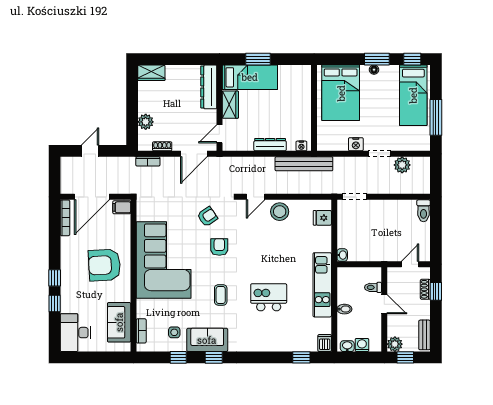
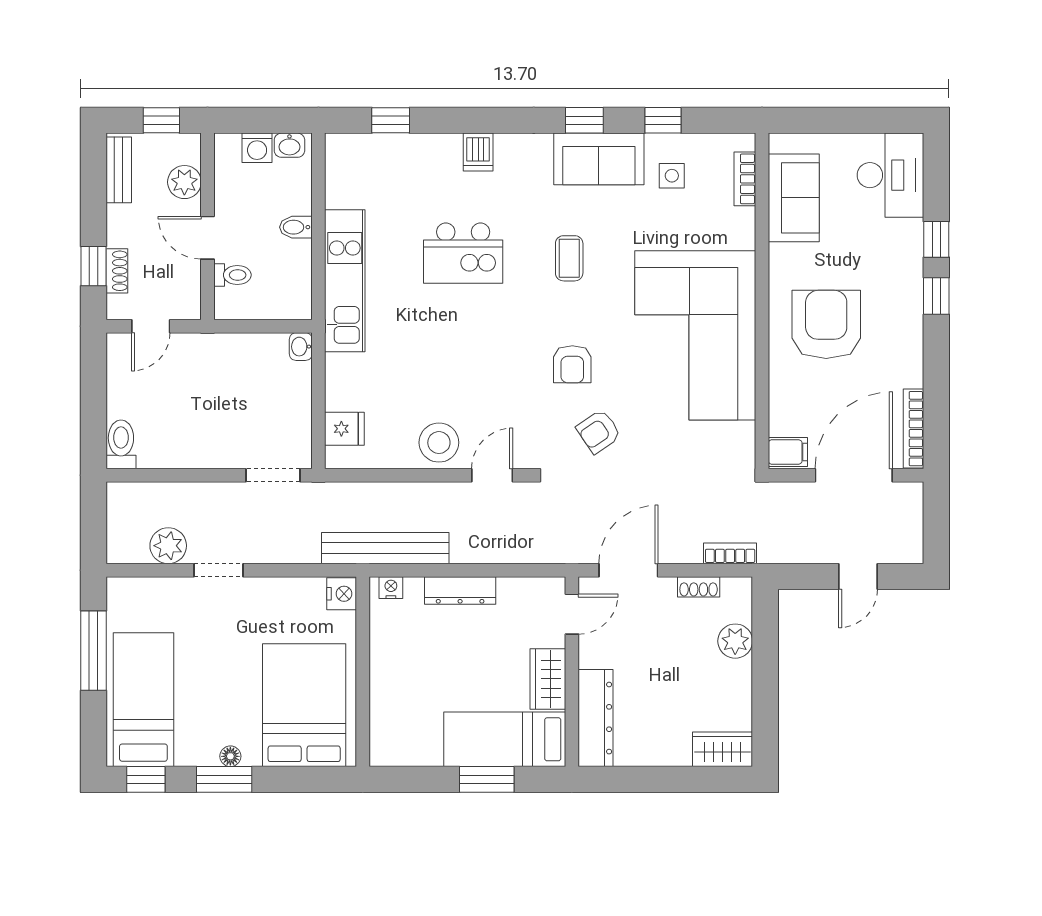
nightstand: (356, 144) -> (342, 594), moved, turned 90
armchair: (104, 265) -> (826, 324), turned -87
dishwasher: (325, 343) -> (478, 152), moved
plant: (395, 344) -> (184, 182), moved

